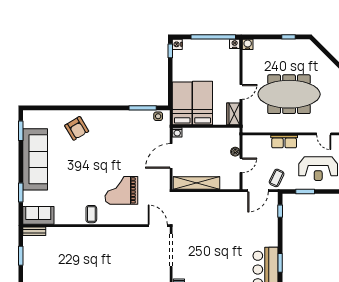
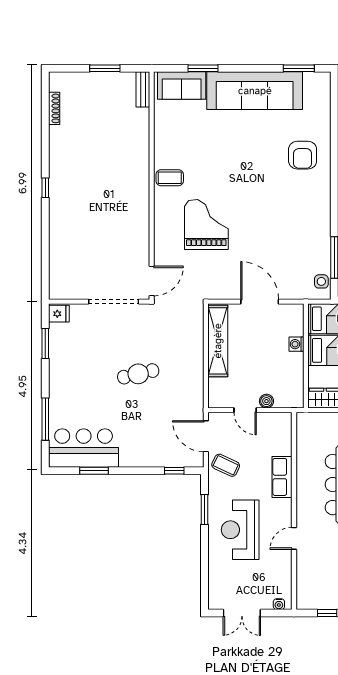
armchair: (77, 128) -> (303, 155), turned -59
washing machine: (177, 132) -> (296, 344), moved
sofa: (38, 215) -> (182, 86), moved, turned 90
cafe table: (218, 234) -> (138, 374), added

